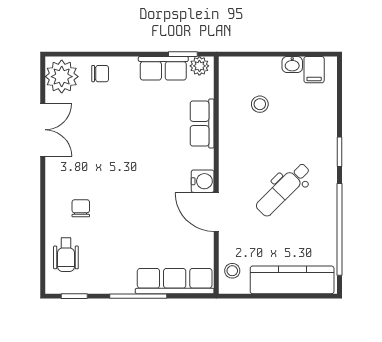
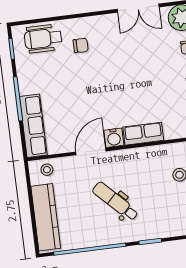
row of seats: (202, 124) -> (143, 134), moved
wheelchair: (66, 255) -> (43, 39), width x1.36, depth x1.37

